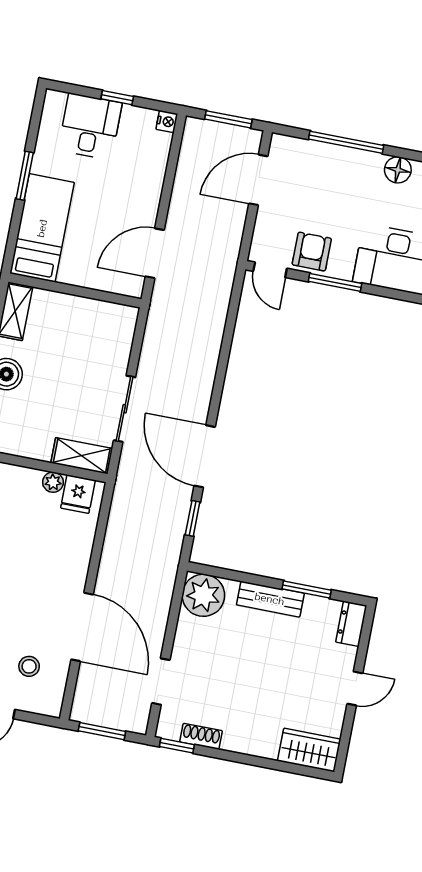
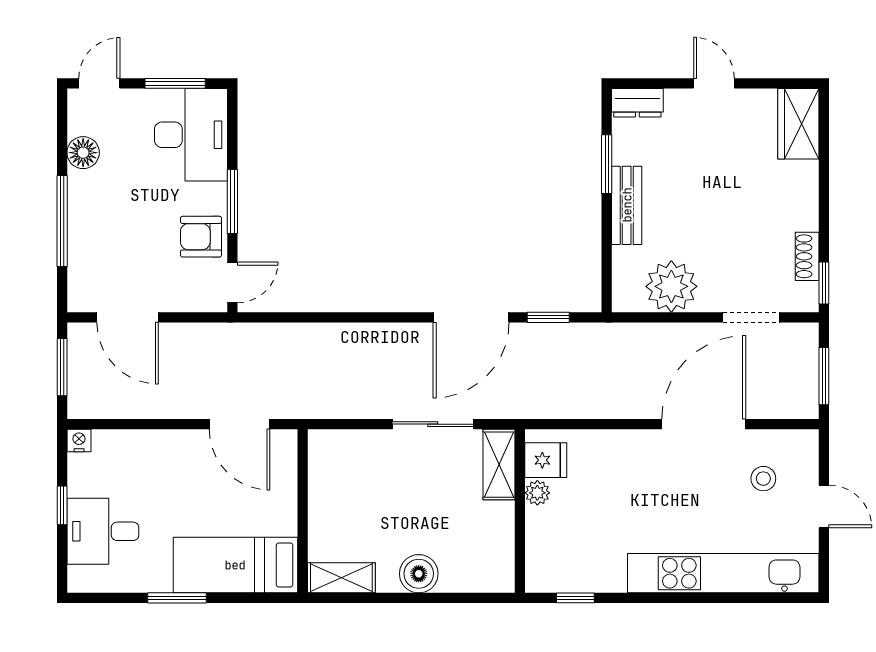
plant: (203, 595) -> (671, 286), moved

